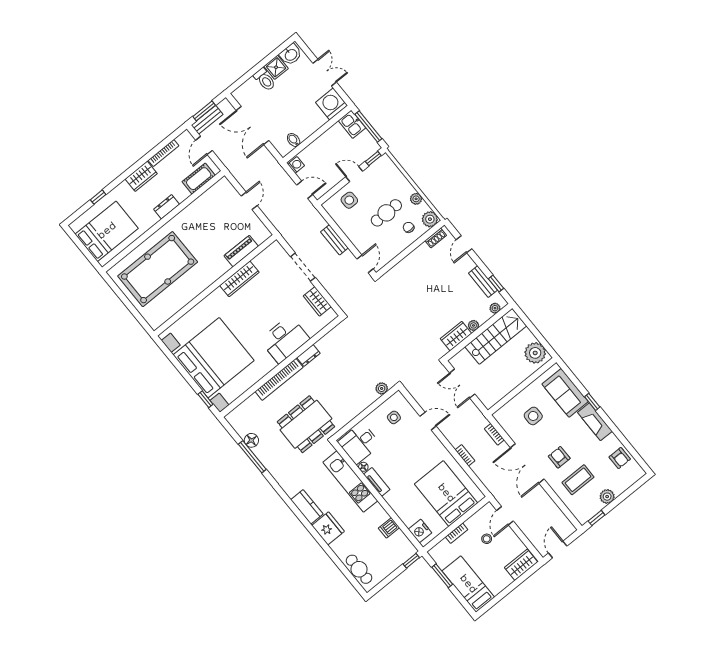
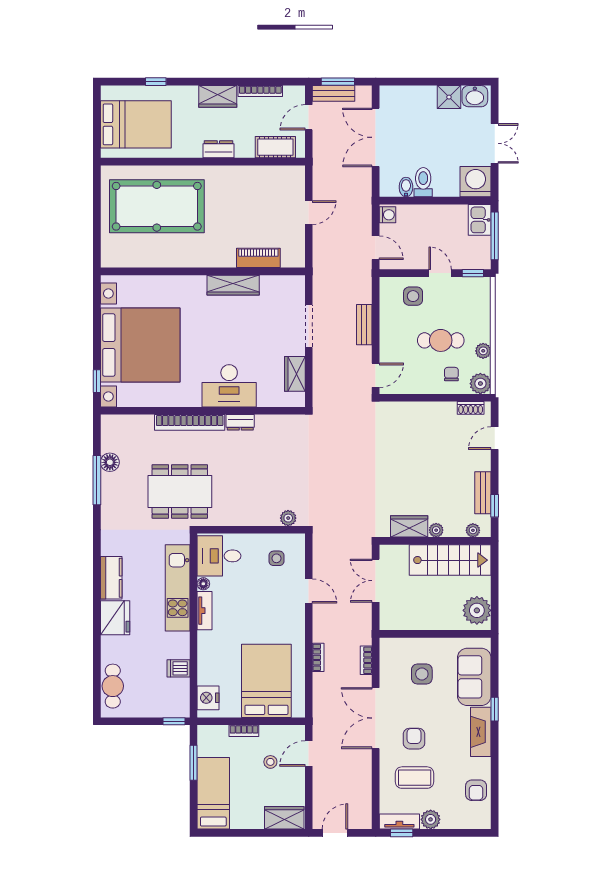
toilet: (265, 80) -> (423, 182), moved, turned 180
tv unit: (590, 512) -> (399, 821), added

